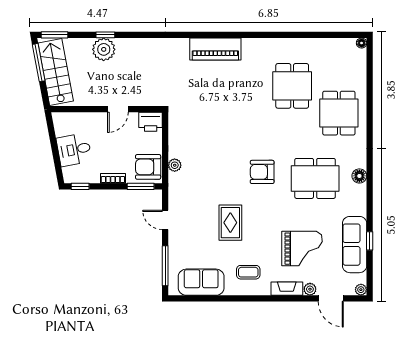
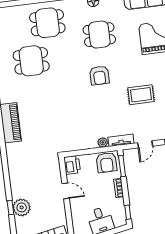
dining table: (315, 178) -> (99, 35), width x0.73
tv unit: (174, 189) -> (121, 140), added

